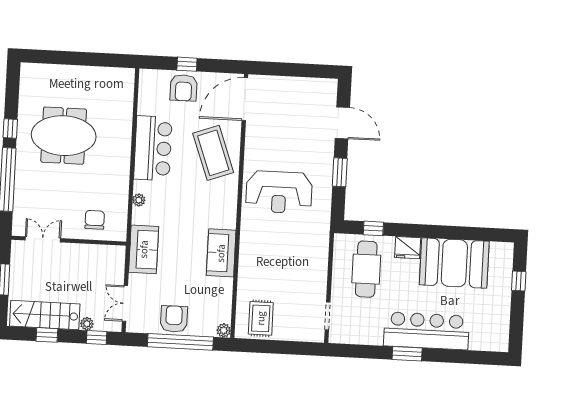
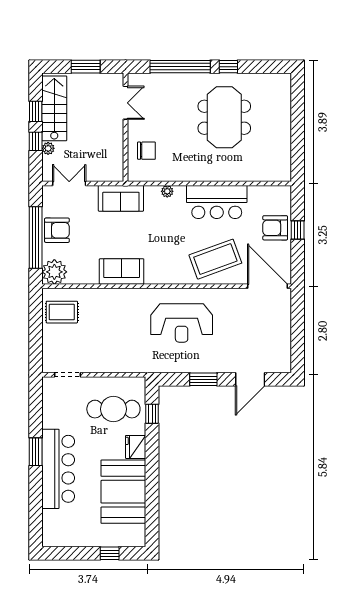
reception desk: (279, 192) -> (182, 323), turned -90
plant: (224, 330) -> (54, 272), width x1.87, depth x1.87
window: (97, 338) -> (36, 141), moved

